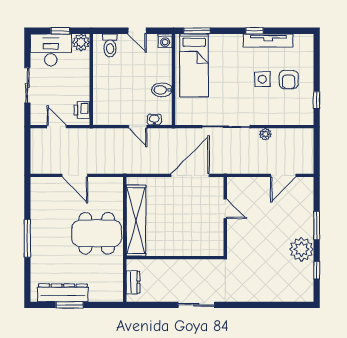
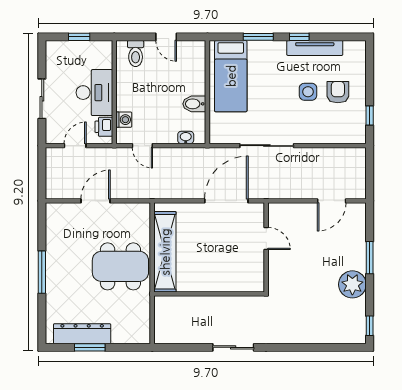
window: (197, 31) -> (258, 37), moved
washing machine: (165, 41) -> (124, 120), moved, turned -90
plant: (81, 42) -> (103, 50), removed
desk: (51, 50) -> (94, 93), moved, turned 90
armchair: (289, 80) -> (338, 92), turned 180
door: (57, 127) -> (75, 146), hinge flipped
door: (138, 127) -> (142, 146), moved
plant: (265, 134) -> (312, 154), removed
door: (75, 175) -> (96, 201), swing flipped
window: (317, 270) -> (370, 326), moved
dresser: (133, 282) -> (161, 322), removed

